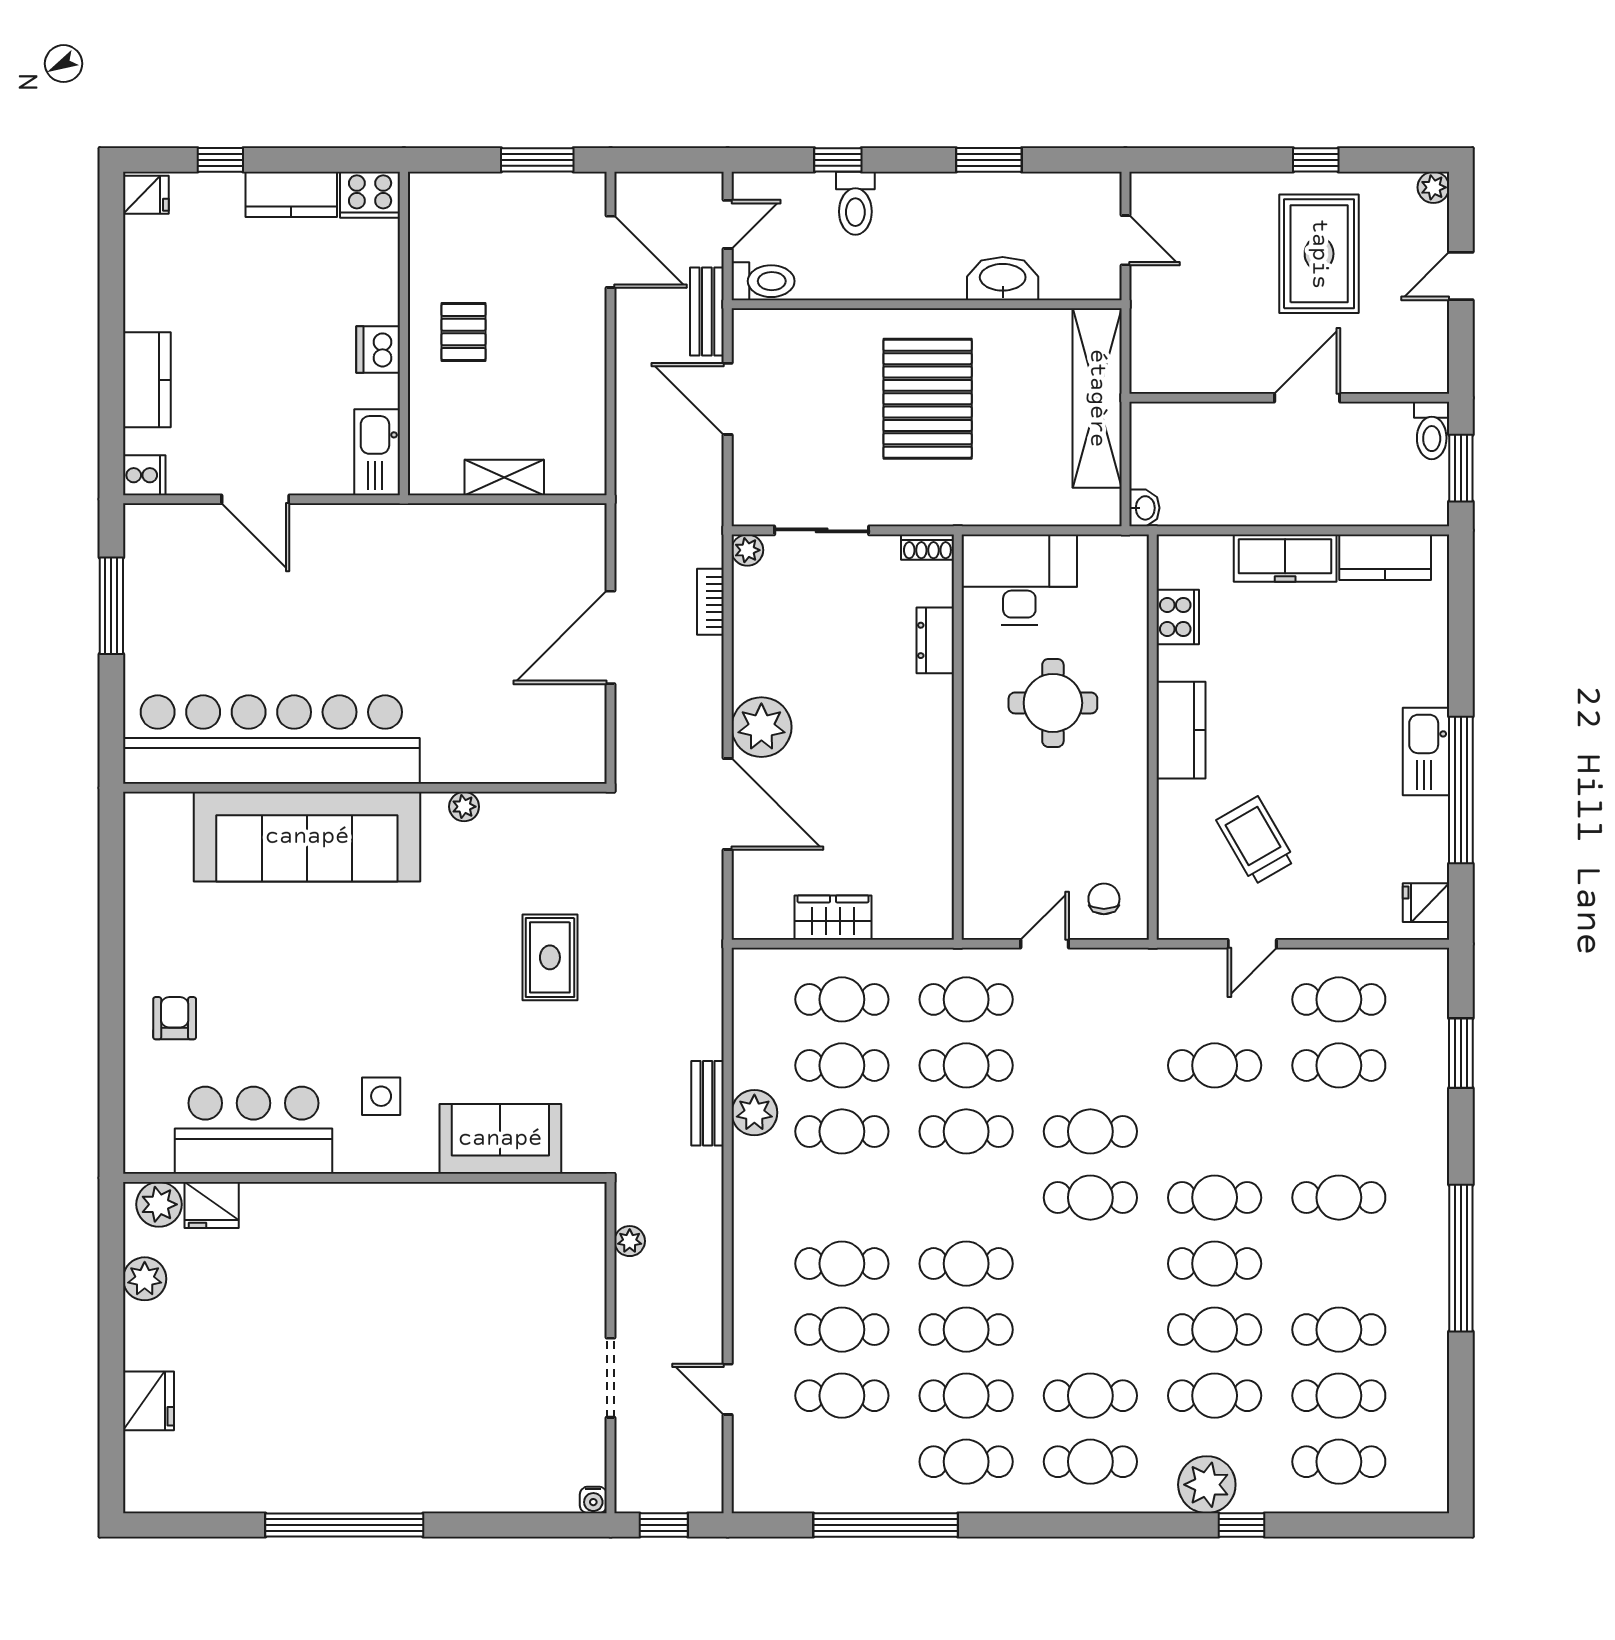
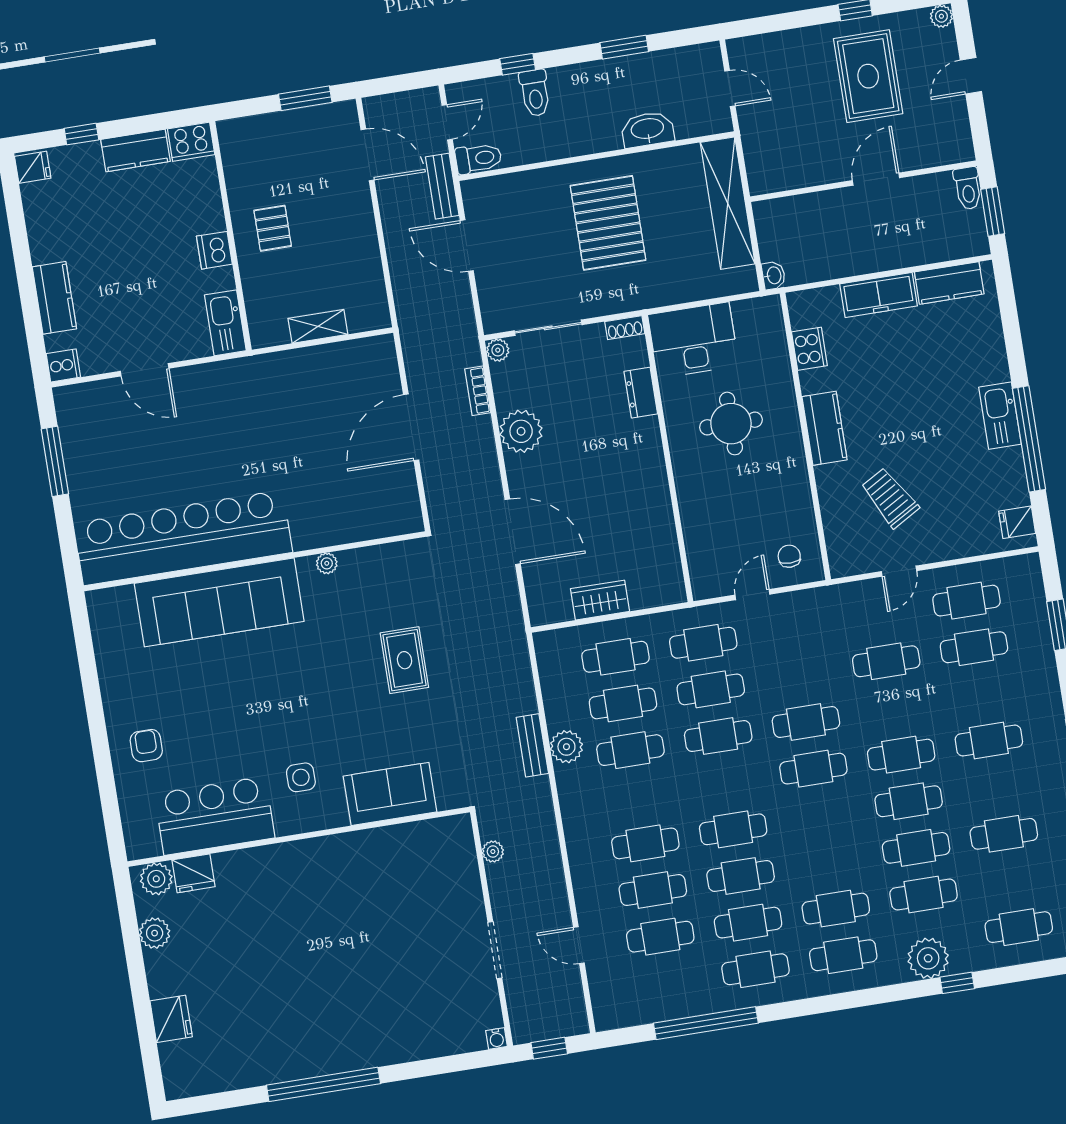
plant: (761, 727) -> (521, 431), moved
cafe table: (1339, 1396) -> (1011, 880), removed

